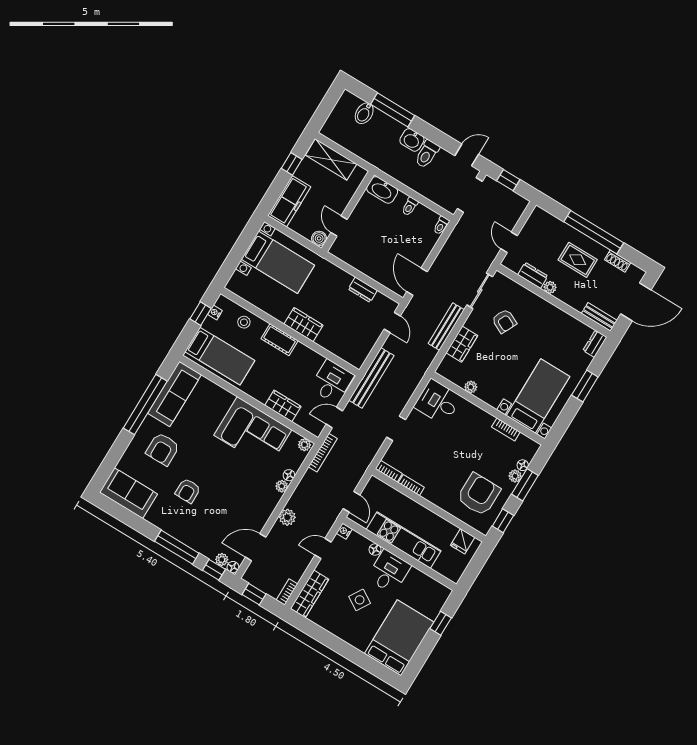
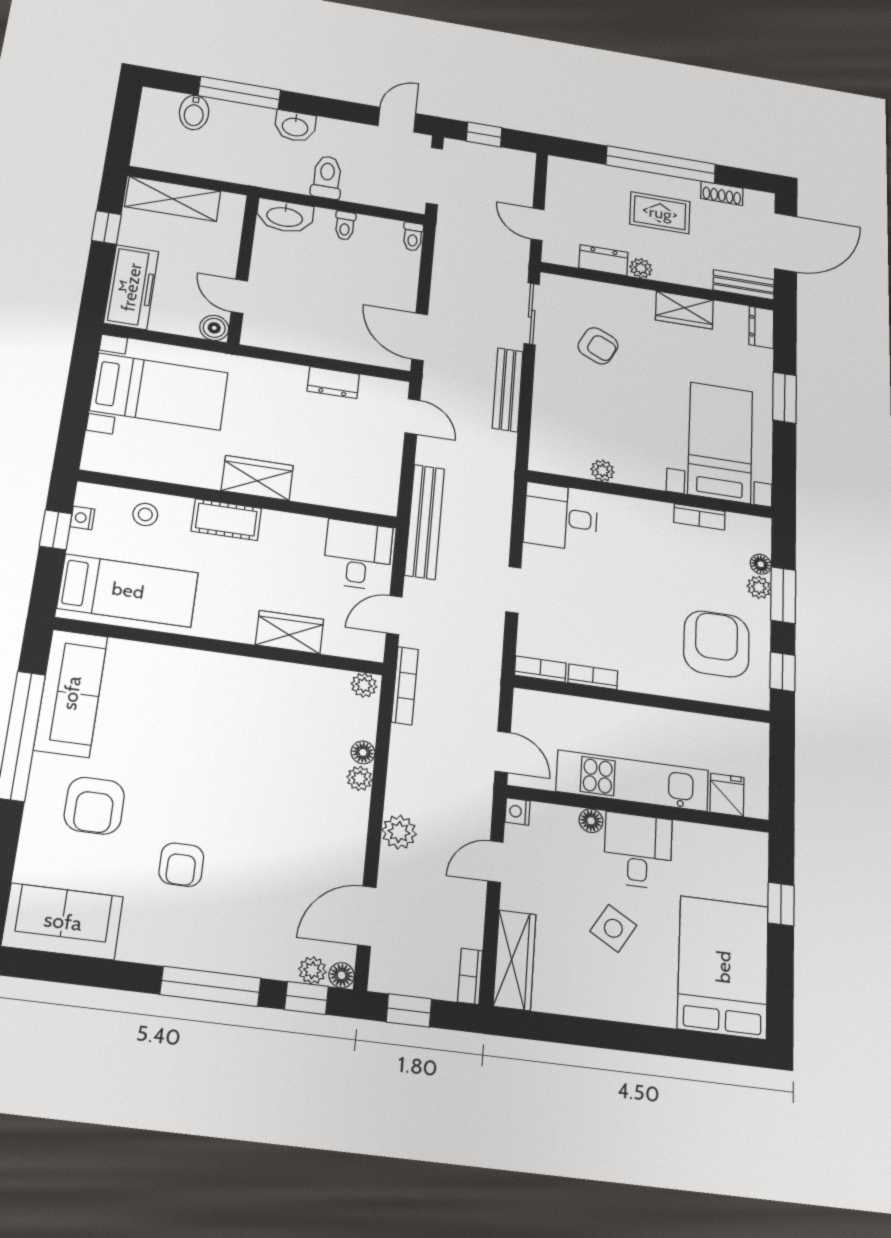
toilet: (427, 154) -> (327, 177), moved, turned 180
wardrobe: (462, 344) -> (684, 310), moved, turned 90
corner sofa: (253, 432) -> (256, 703), removed
fridge: (463, 541) -> (727, 795), moved, turned 180

